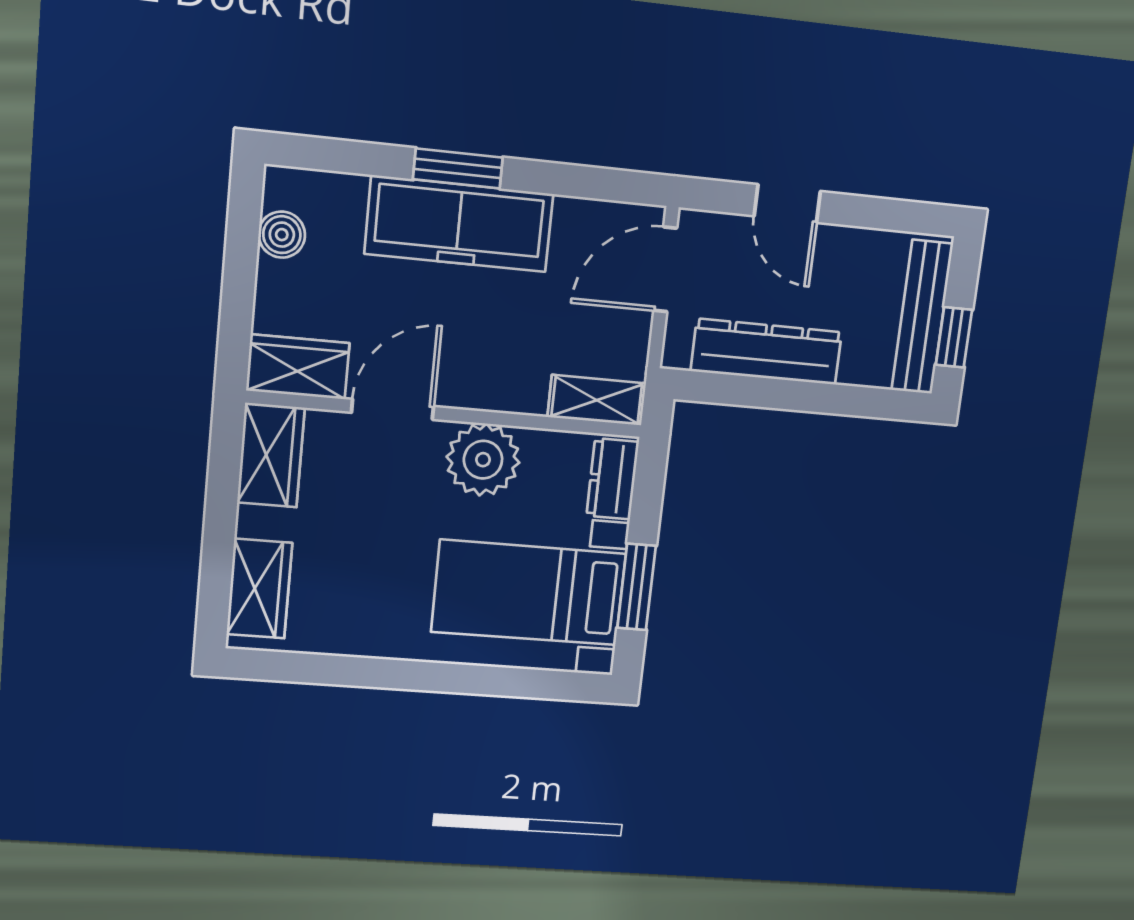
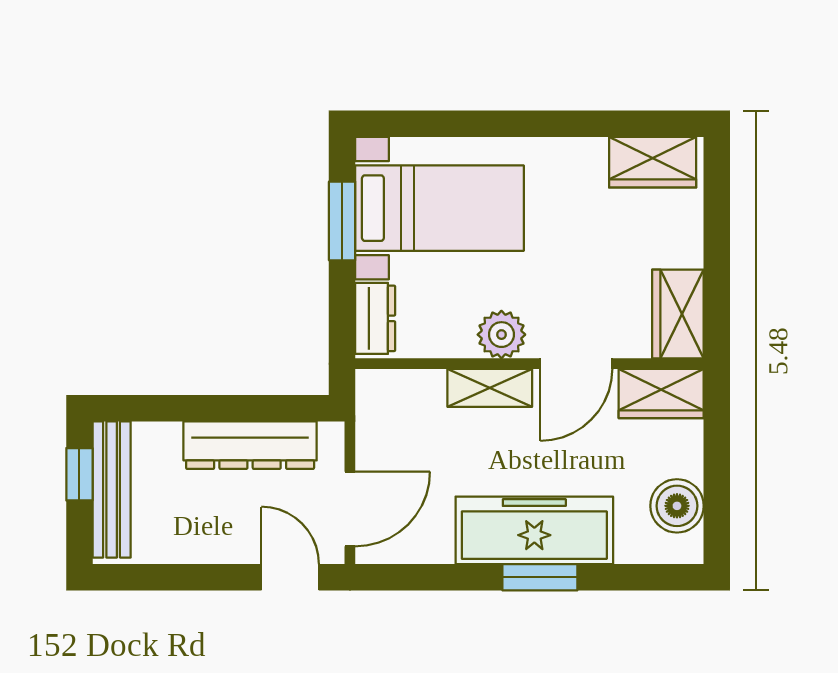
door: (787, 204) -> (290, 577), moved
boiler: (282, 235) -> (677, 506), width x1.36, depth x1.36
shelving: (597, 400) -> (490, 388), moved
plant: (483, 460) -> (501, 335), width x0.73, depth x0.73
wardrobe: (259, 589) -> (653, 162), moved, turned -90

